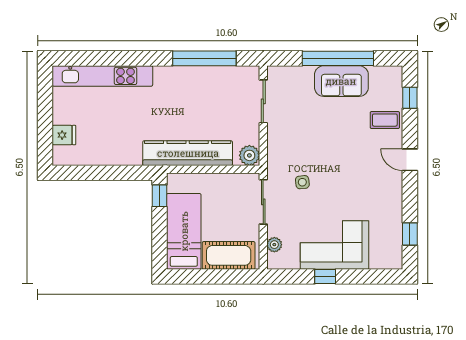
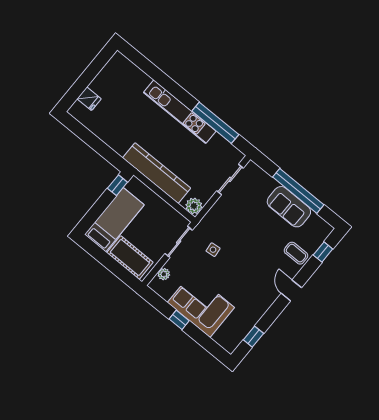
kitchen unit: (102, 76) -> (180, 112), moved

